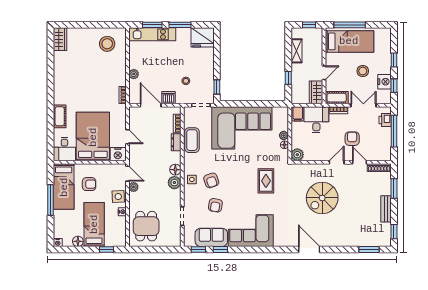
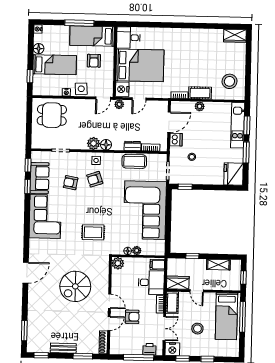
nightstand: (384, 82) -> (172, 349), moved
cot: (60, 116) -> (200, 93), moved
plant: (133, 187) -> (119, 104), moved
spiral stairs: (322, 198) -> (75, 286), turned -90

